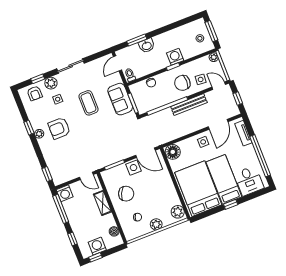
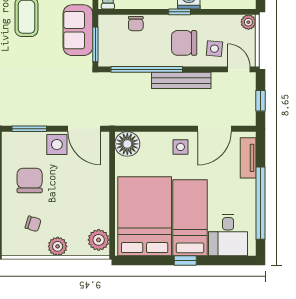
chair: (126, 194) -> (30, 180), turned -115

